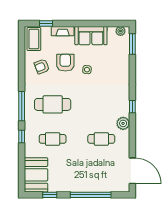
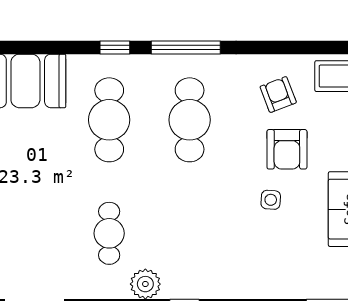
armchair: (65, 63) -> (287, 149), turned 90
cafe table: (53, 139) -> (109, 120), width x1.37, depth x1.35

